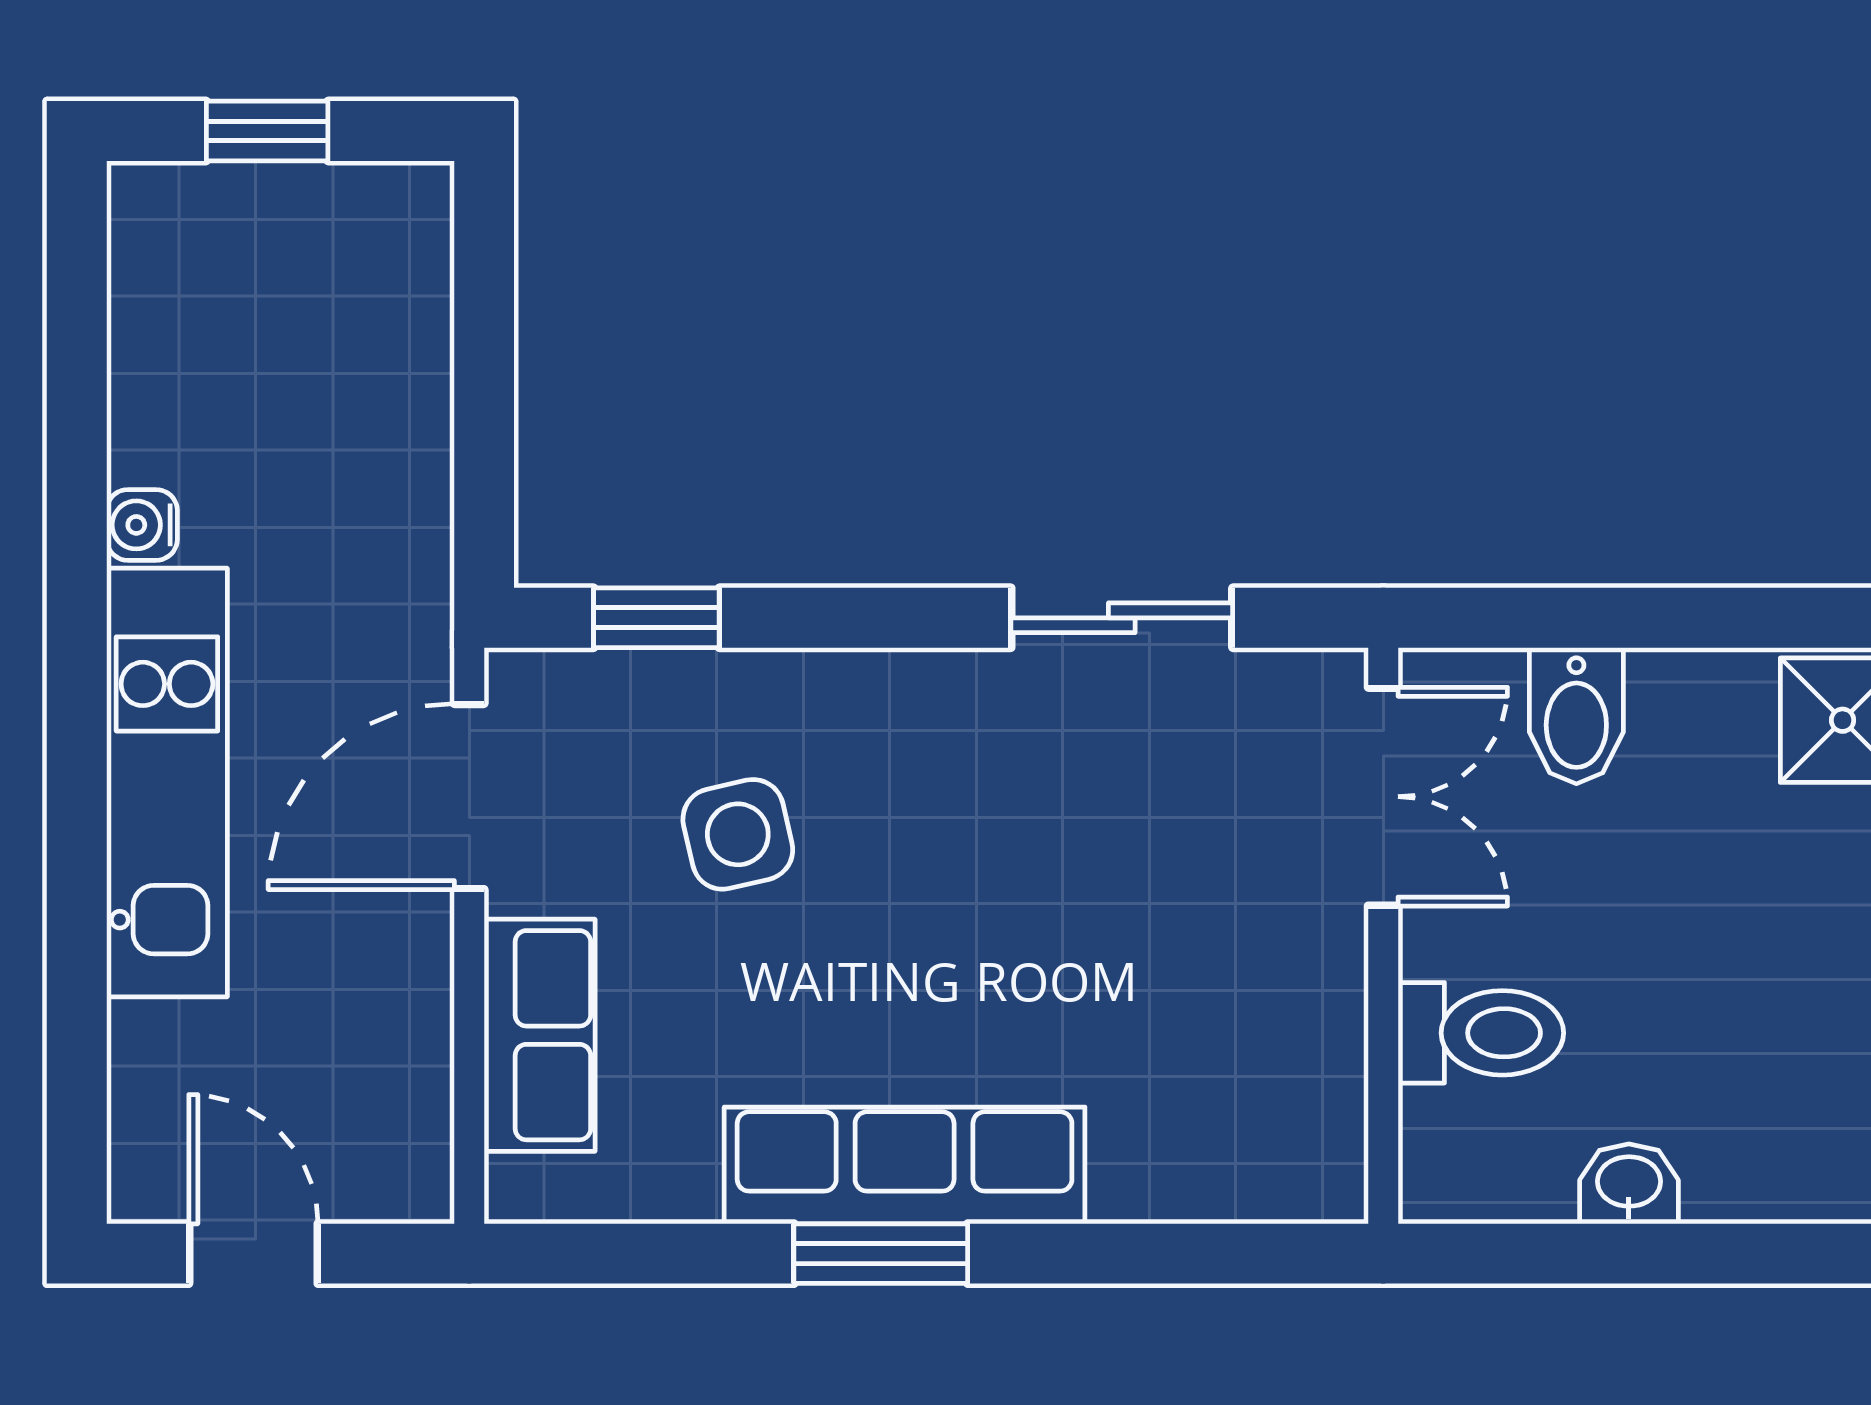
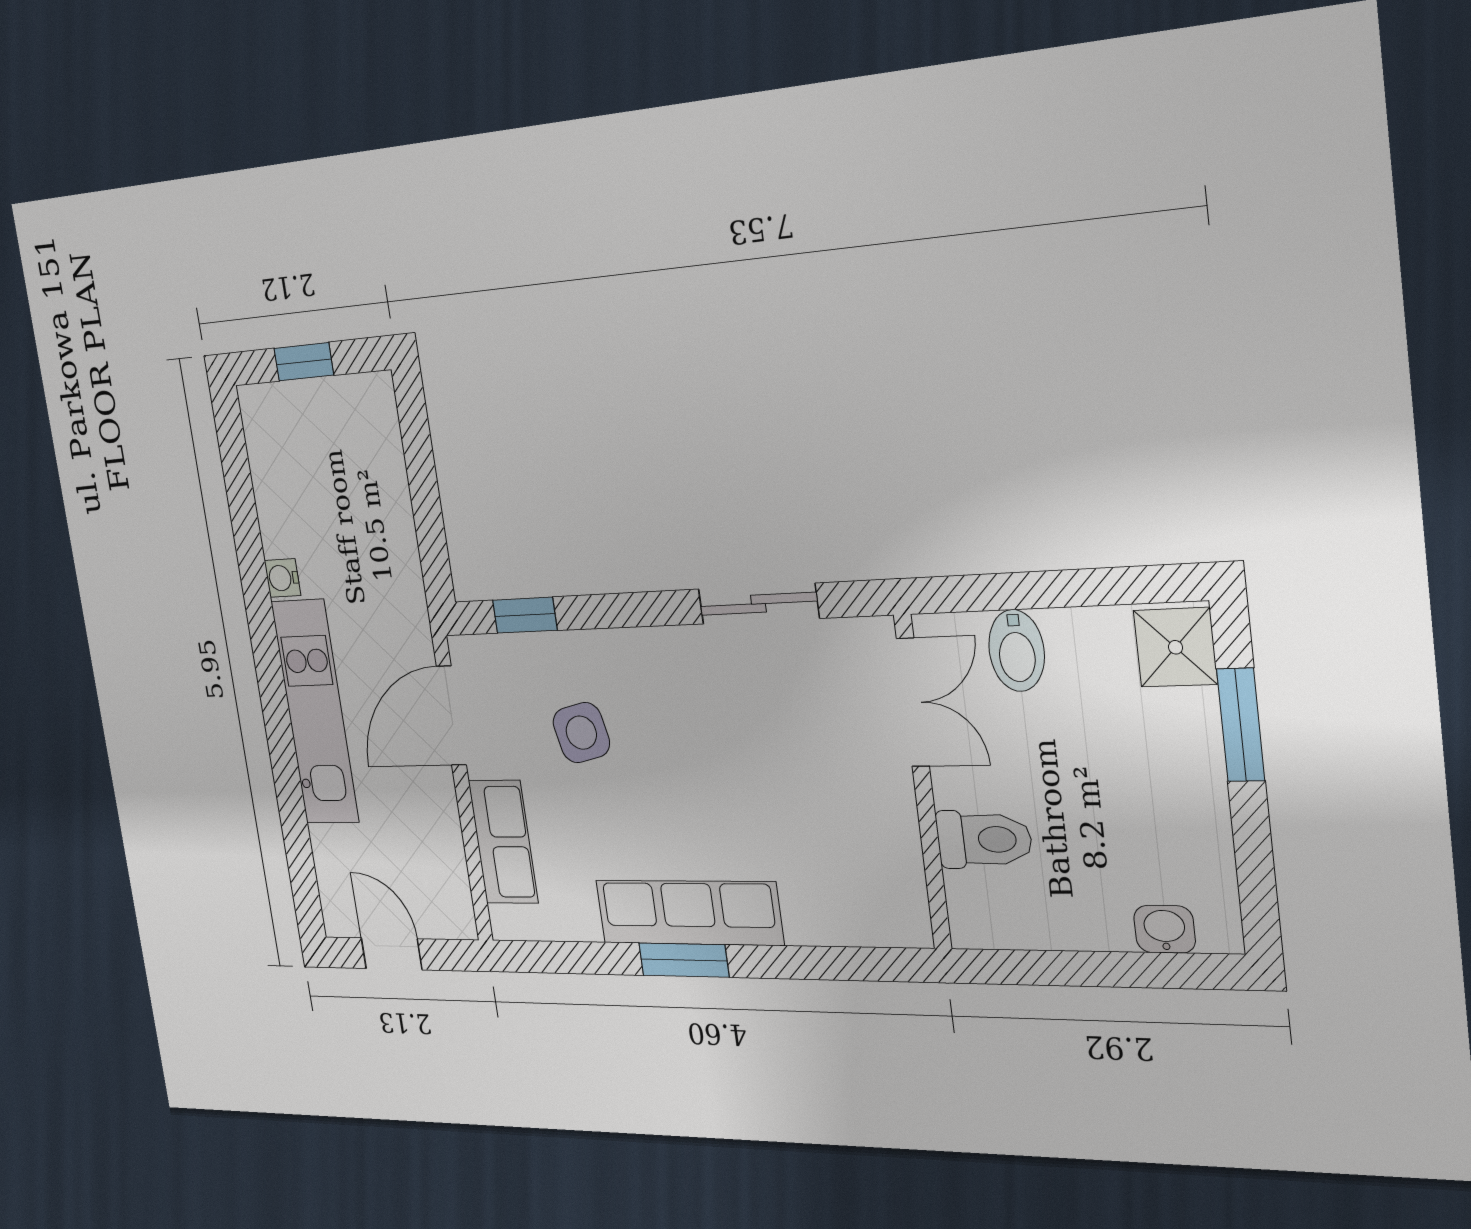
washbasin: (1629, 1184) -> (1165, 929), moved

